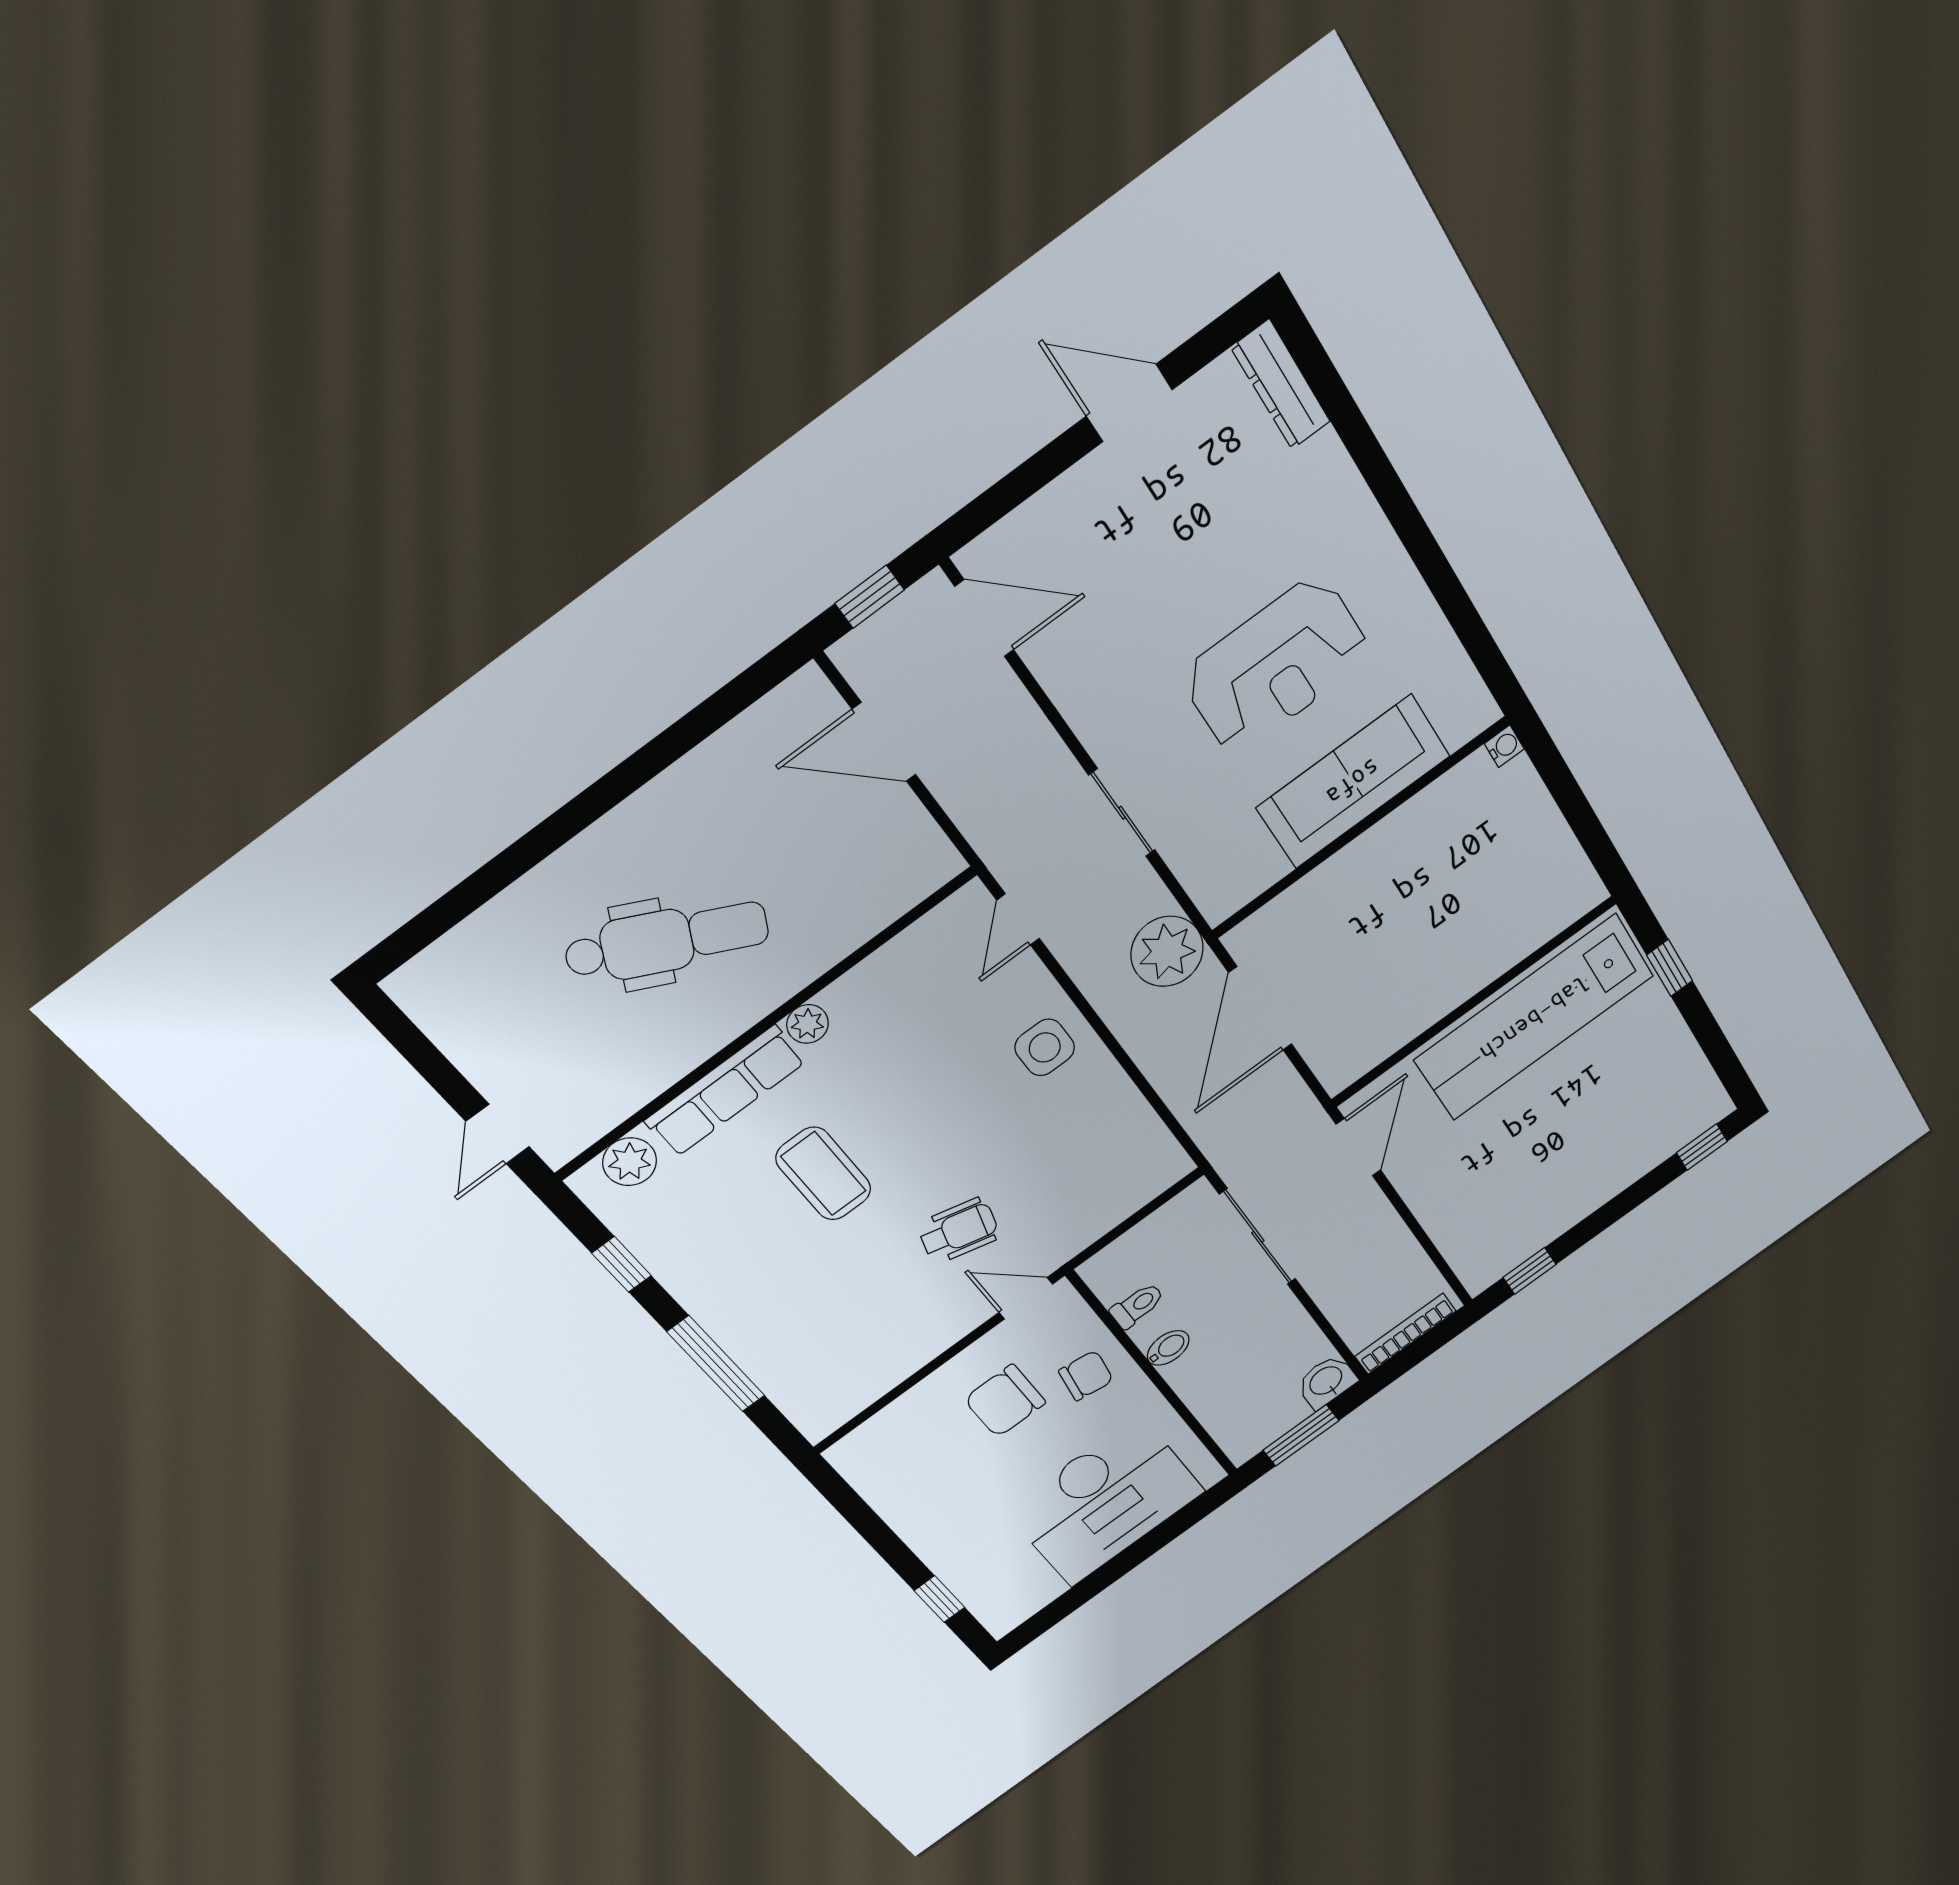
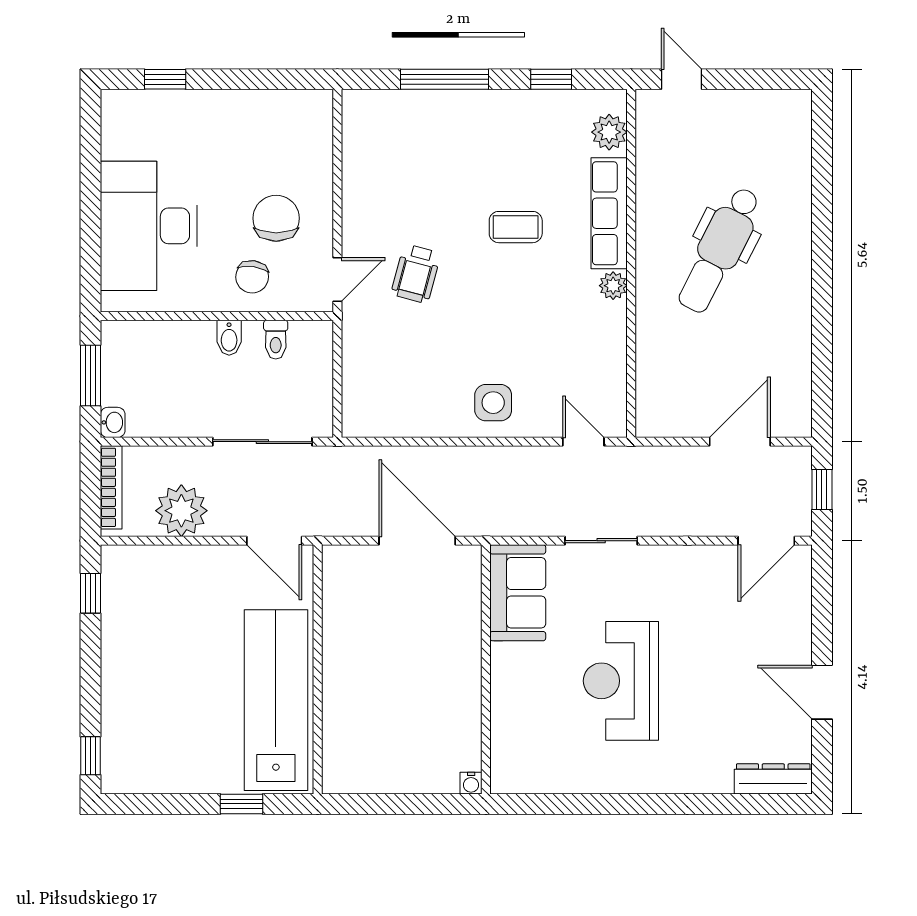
door: (1129, 403) -> (822, 692), swing flipped
sofa: (1353, 782) -> (518, 593), moved, width x0.73
plant: (1167, 951) -> (181, 511), moved
coffee table: (823, 1174) -> (516, 227), width x0.73, depth x0.77
washbasin: (1326, 1381) -> (113, 422), width x0.72, depth x0.69

